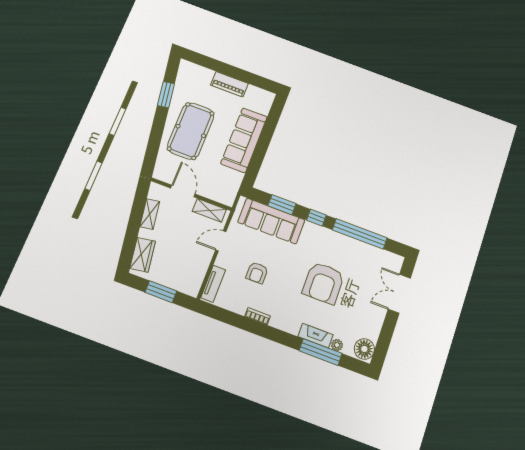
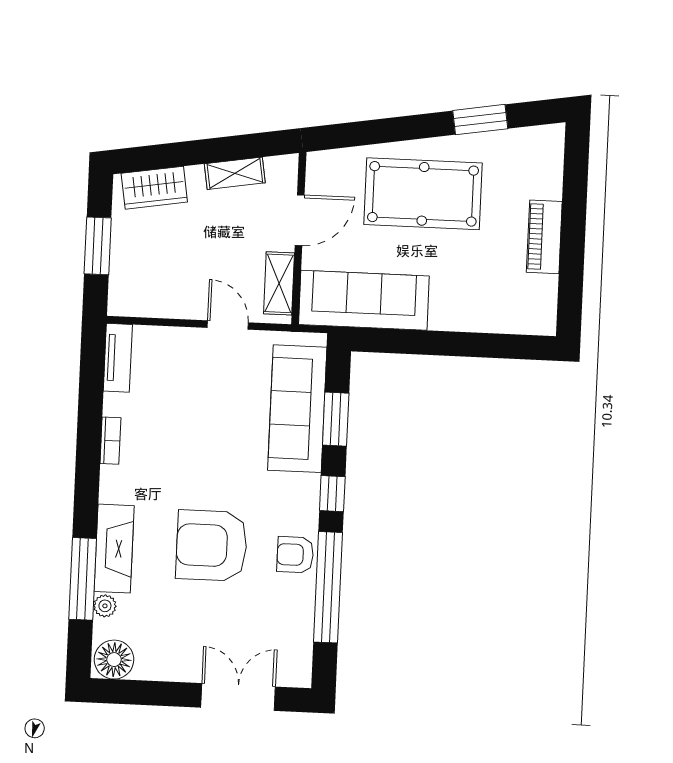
sofa: (244, 140) -> (364, 300), moved
armchair: (257, 273) -> (295, 555), moved
tv unit: (213, 284) -> (118, 358), moved, turned -90
fireplace: (315, 336) -> (114, 549), width x1.37, depth x1.32

